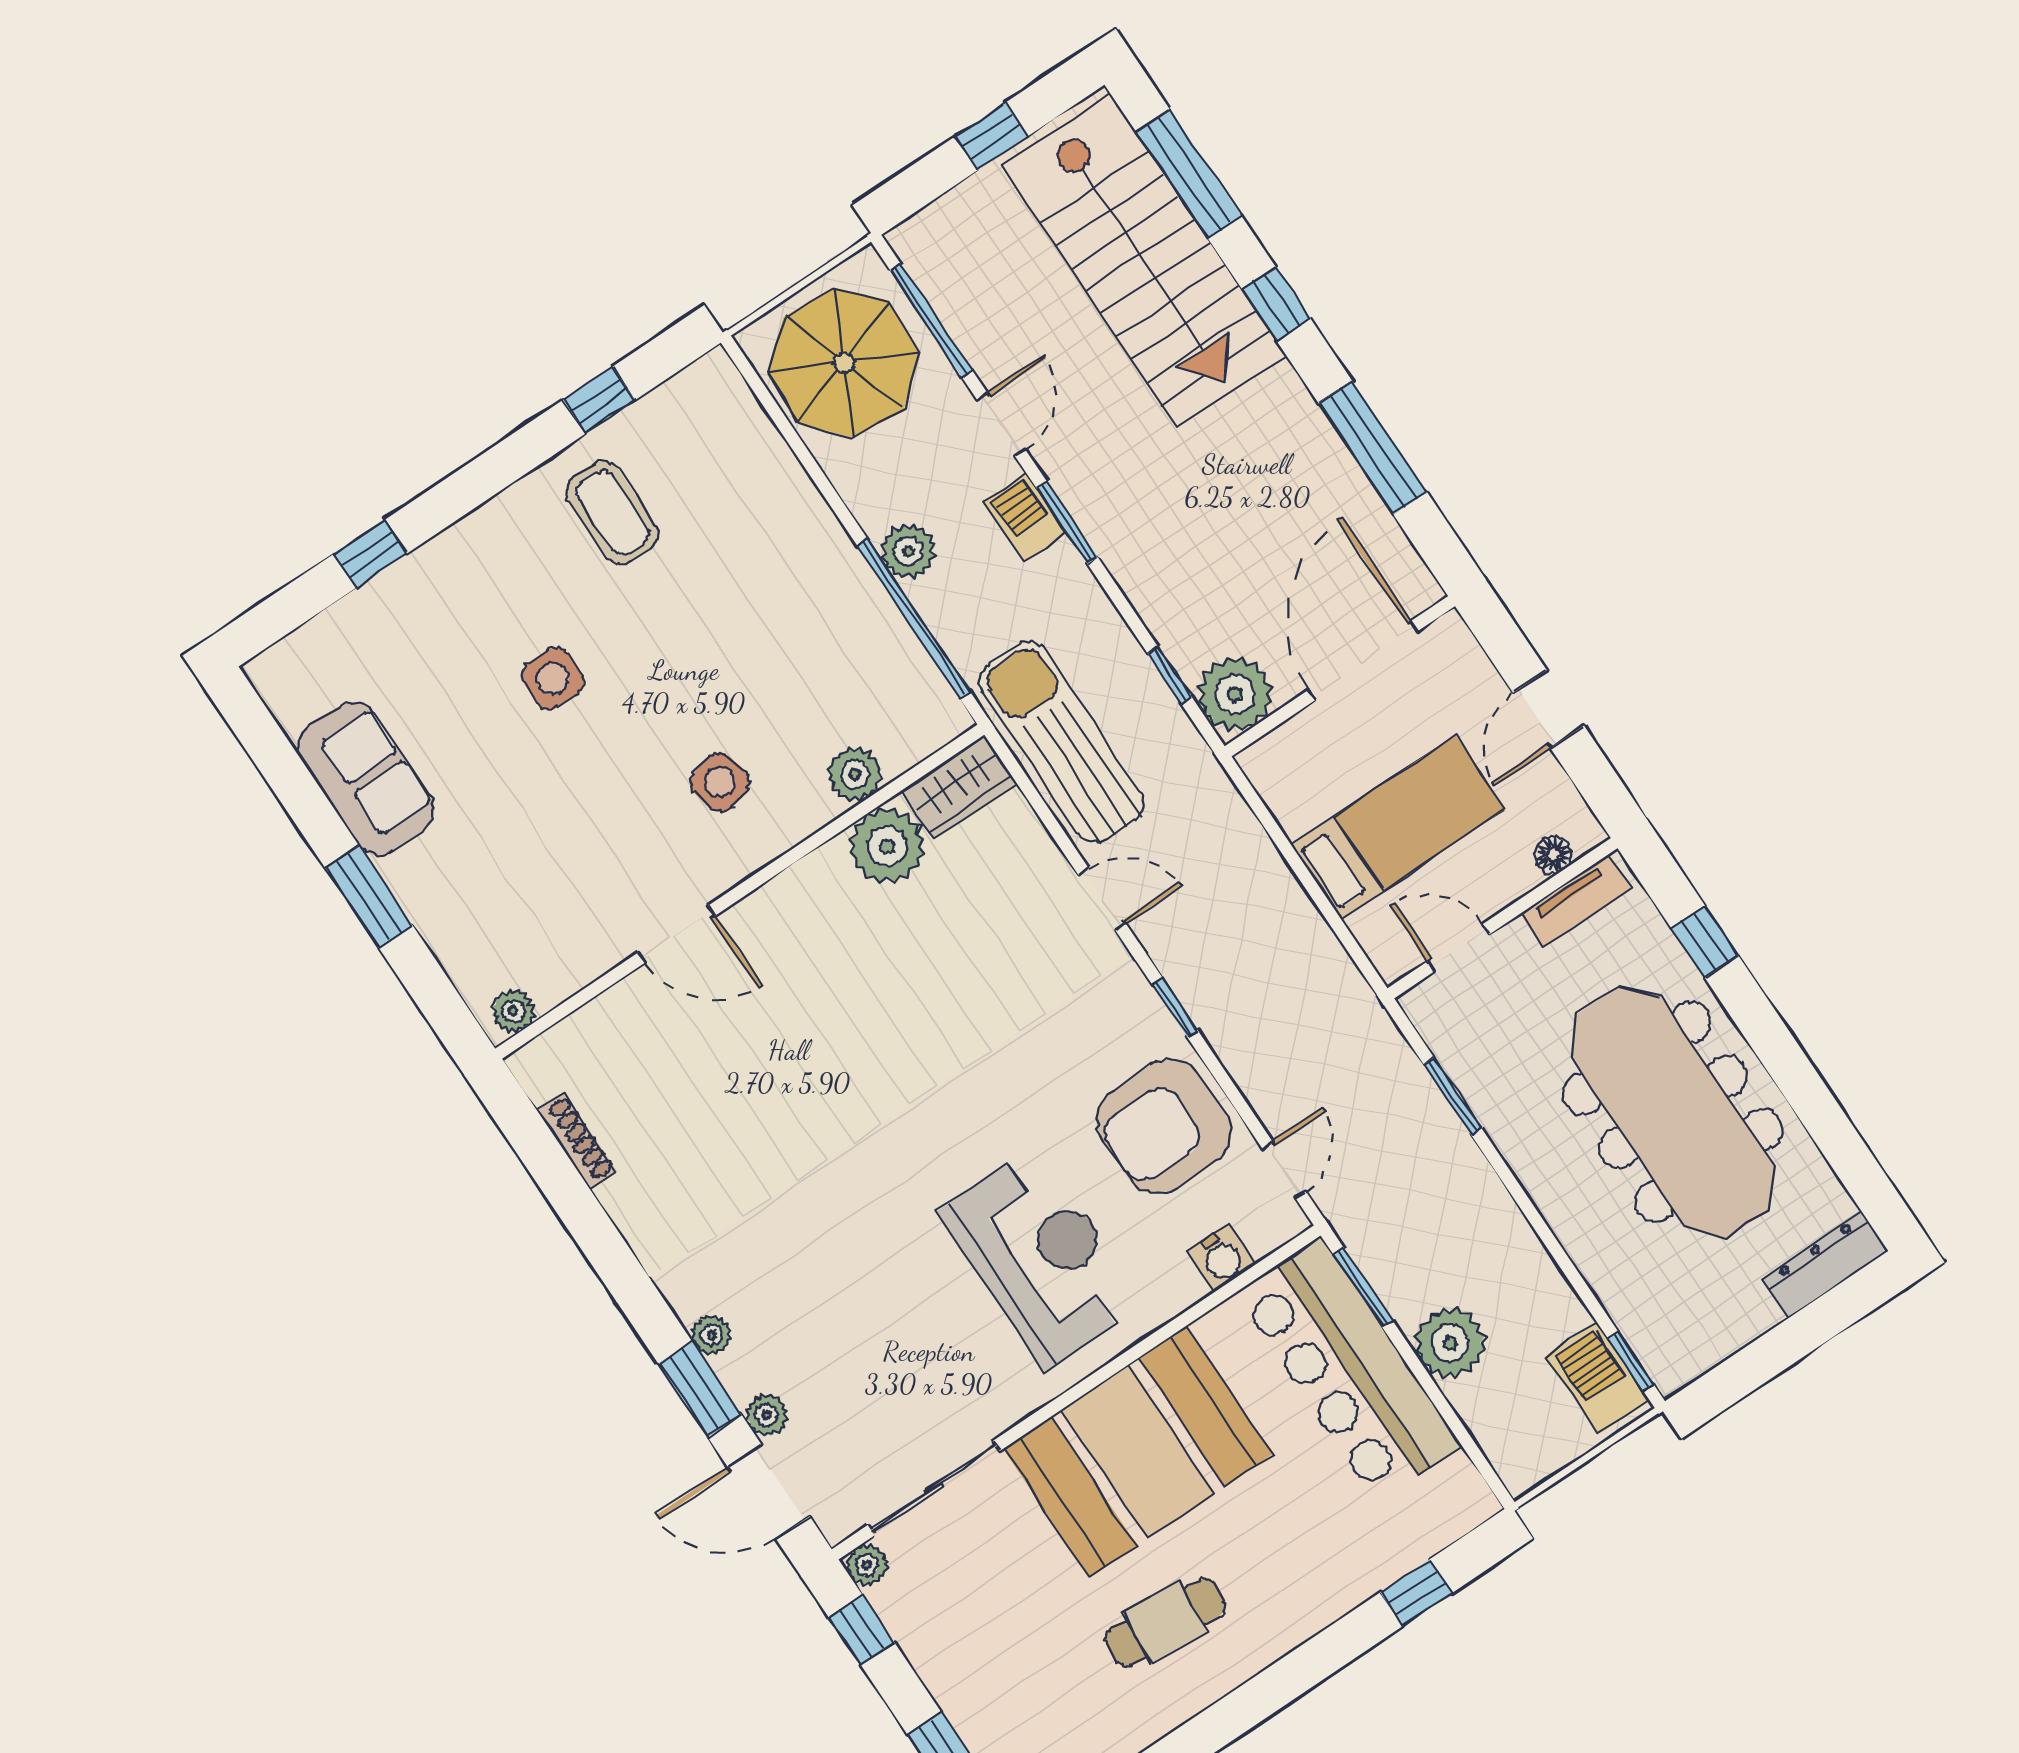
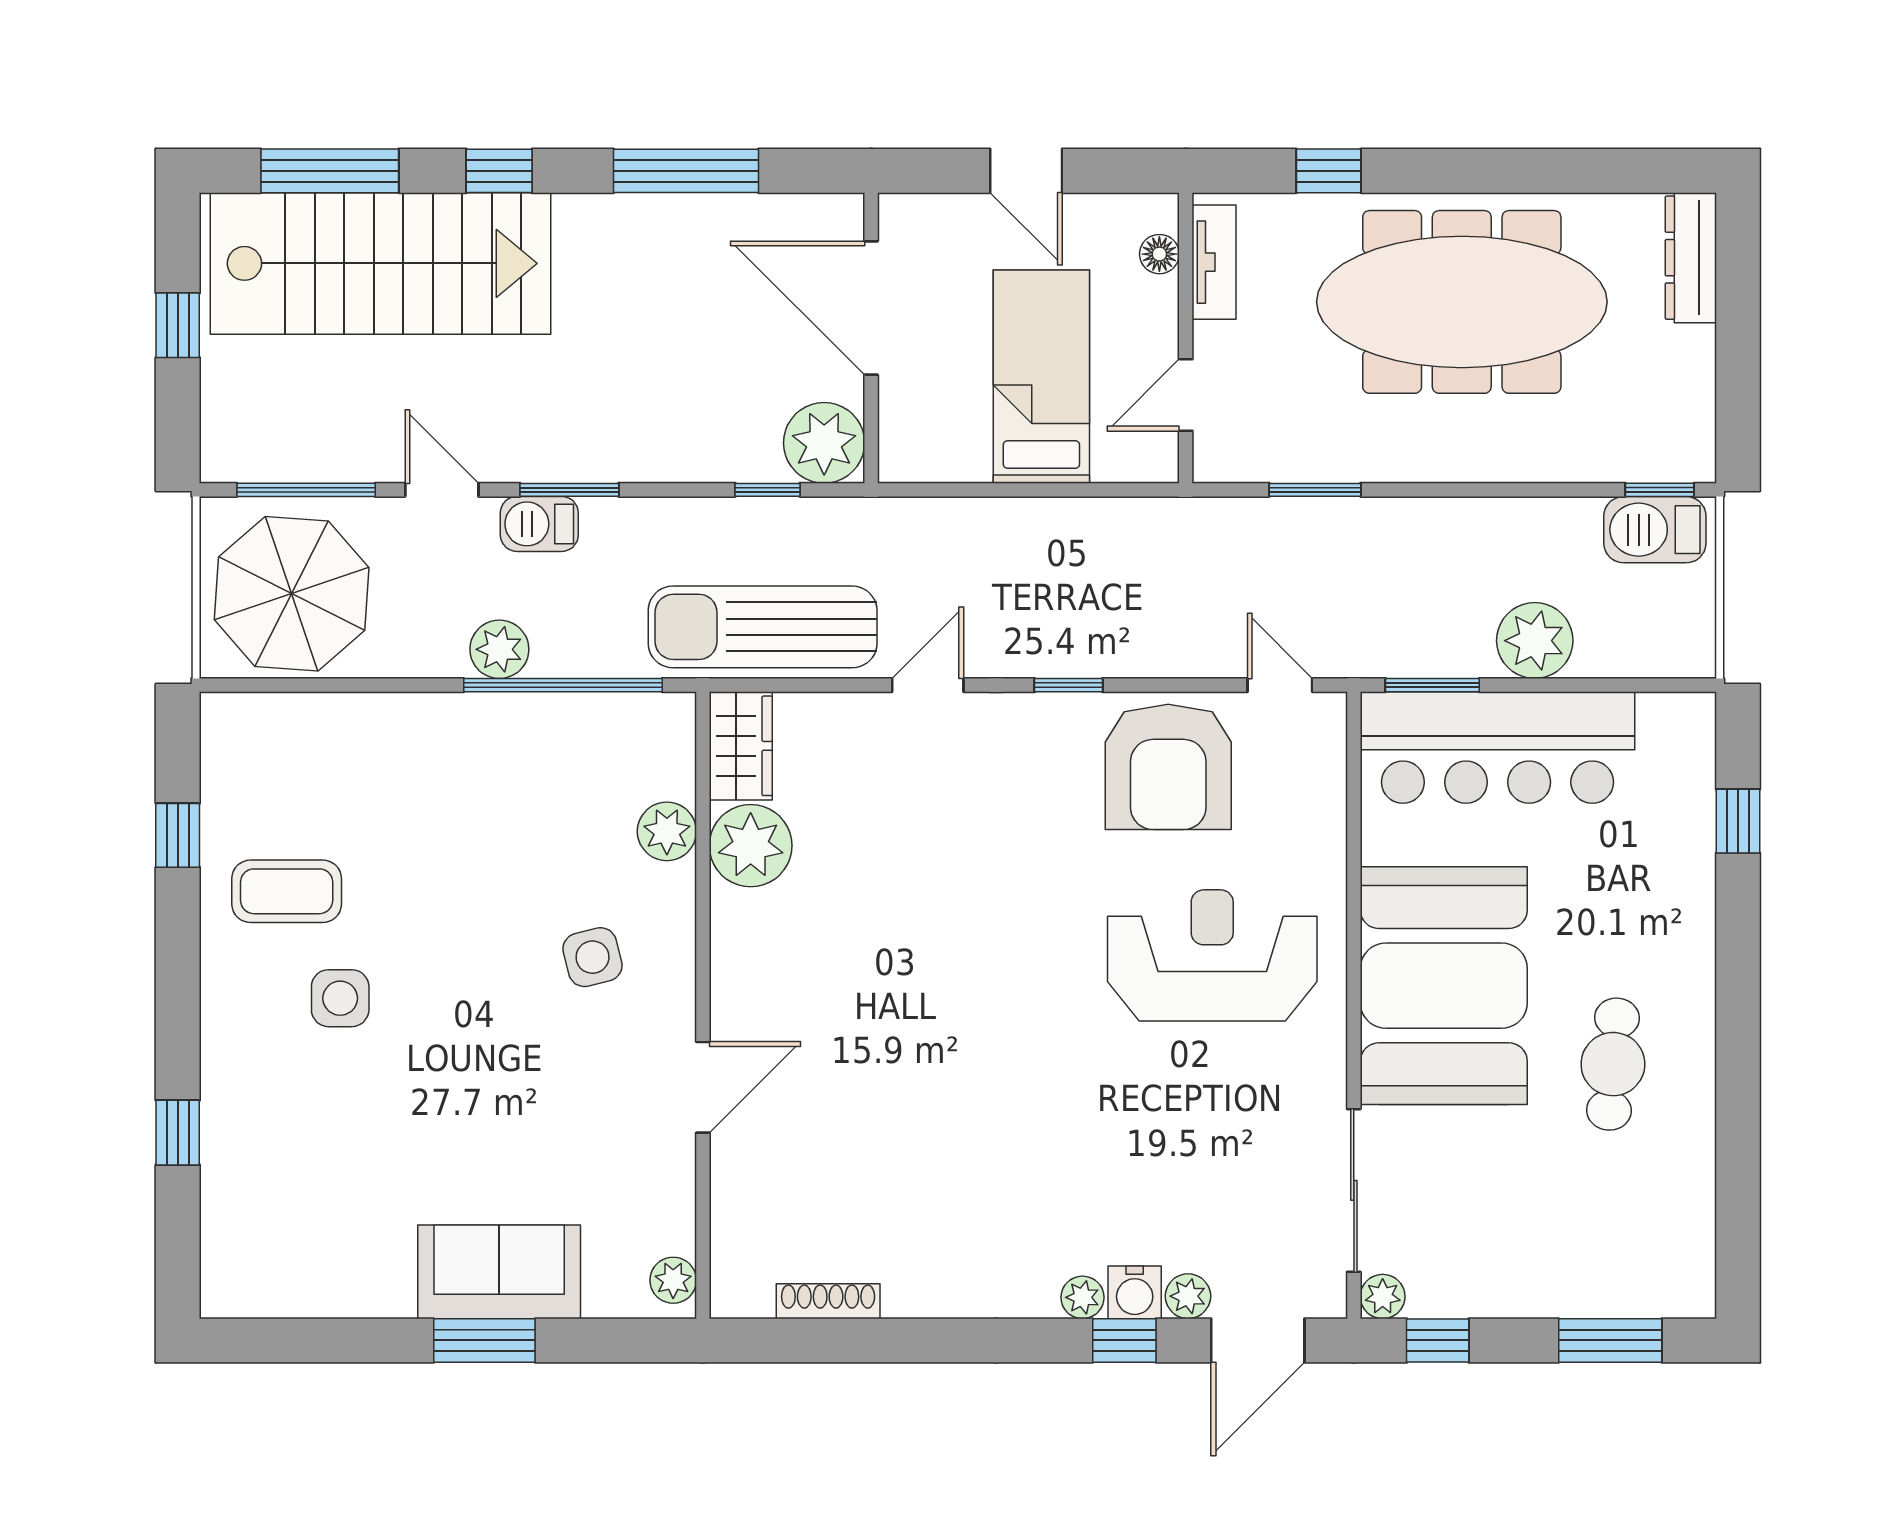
side table: (553, 679) -> (340, 998), moved
sofa: (366, 779) -> (499, 1272), moved
water cooler: (1222, 1258) -> (1135, 1292), moved, turned 90
window: (700, 1389) -> (1124, 1340), width x0.67

